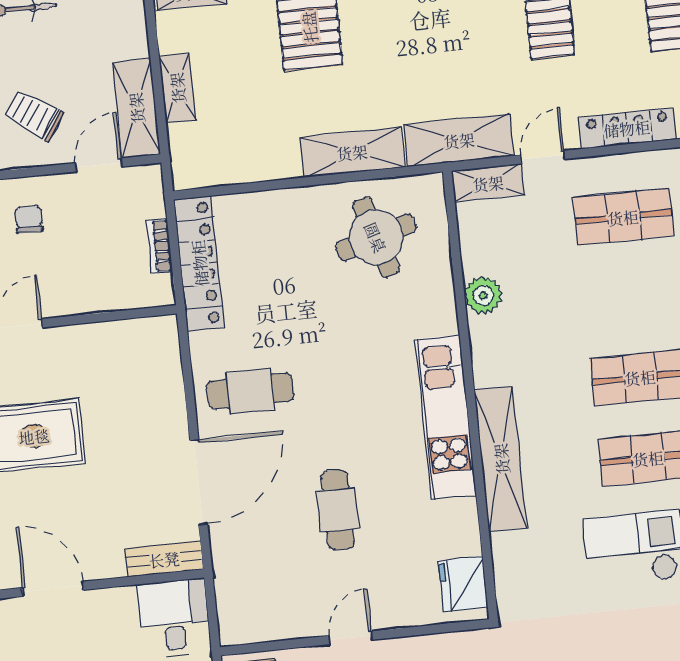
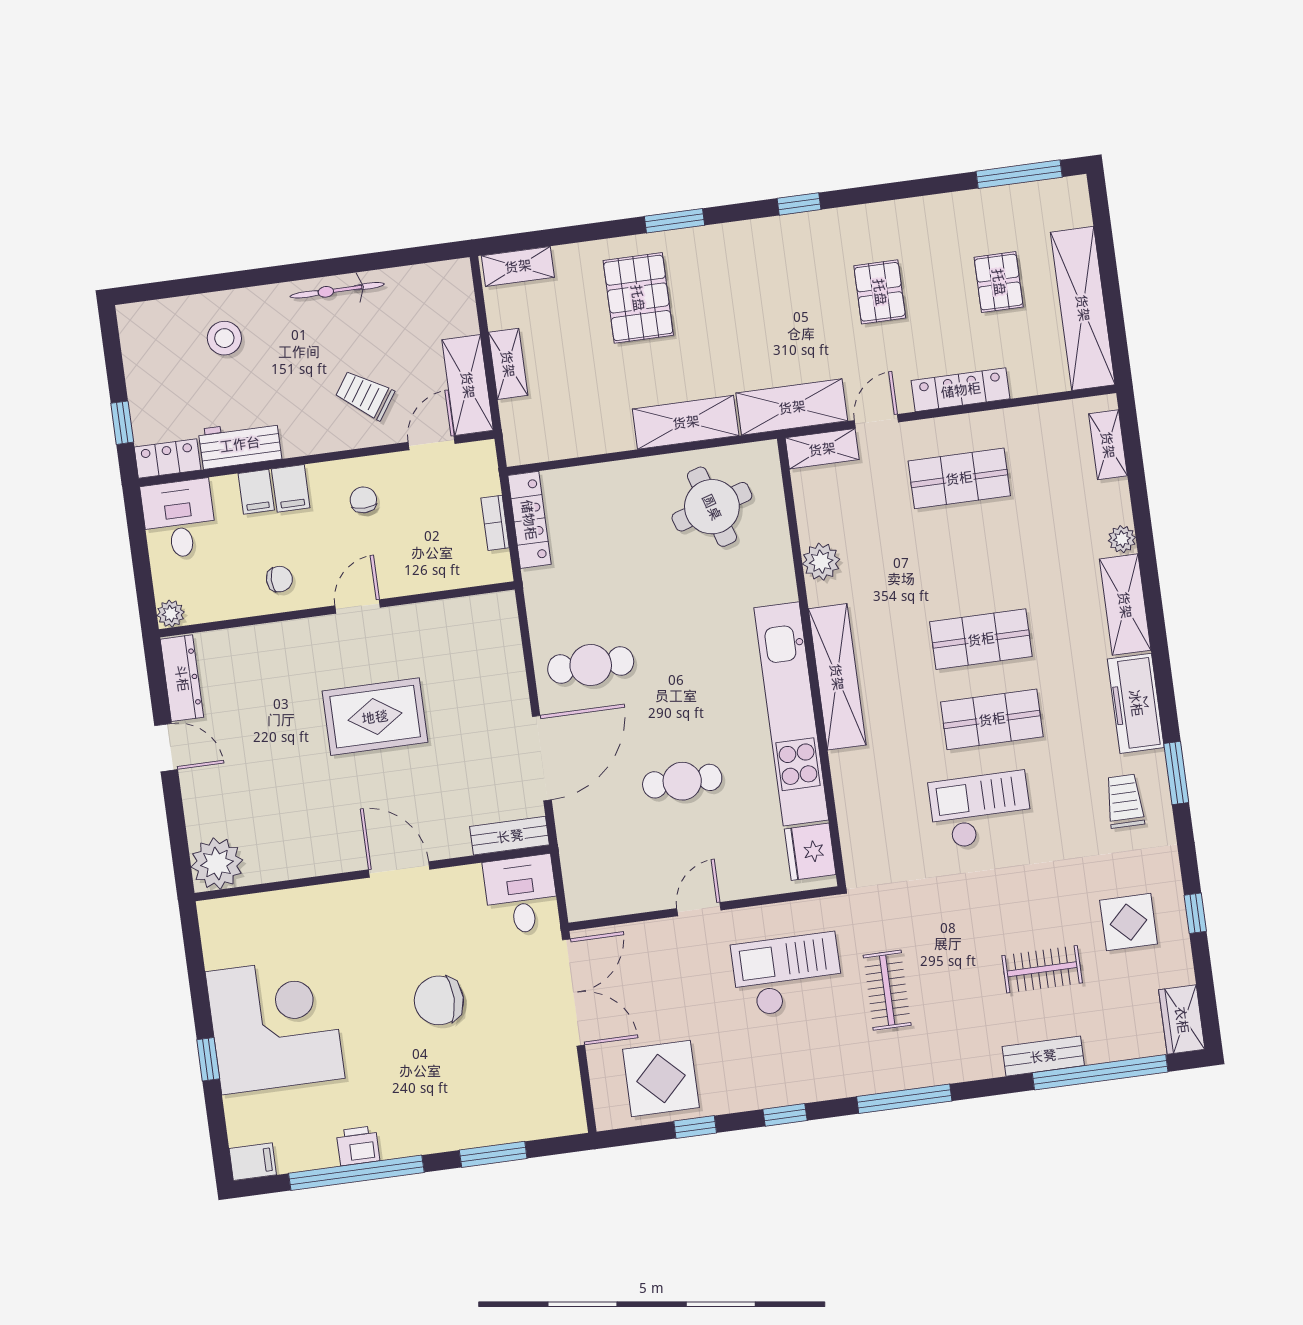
locker: (199, 263) -> (529, 520), width x0.71, depth x0.83
kitchen unit: (446, 417) -> (791, 714), width x1.36
shelving: (501, 459) -> (837, 677), moved
cafe table: (338, 510) -> (682, 781), turned 90

